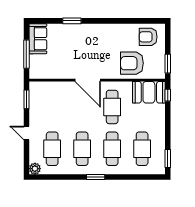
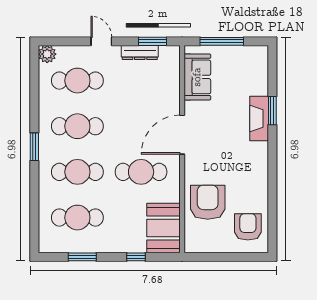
fireplace: (77, 30) -> (259, 119), added
sofa: (38, 39) -> (197, 77), moved, turned -90
window: (168, 64) -> (207, 257), removed
window: (168, 95) -> (136, 257), moved
dresser: (34, 108) -> (140, 52), added
door: (26, 133) -> (101, 41), hinge flipped
window: (168, 159) -> (82, 257), moved

